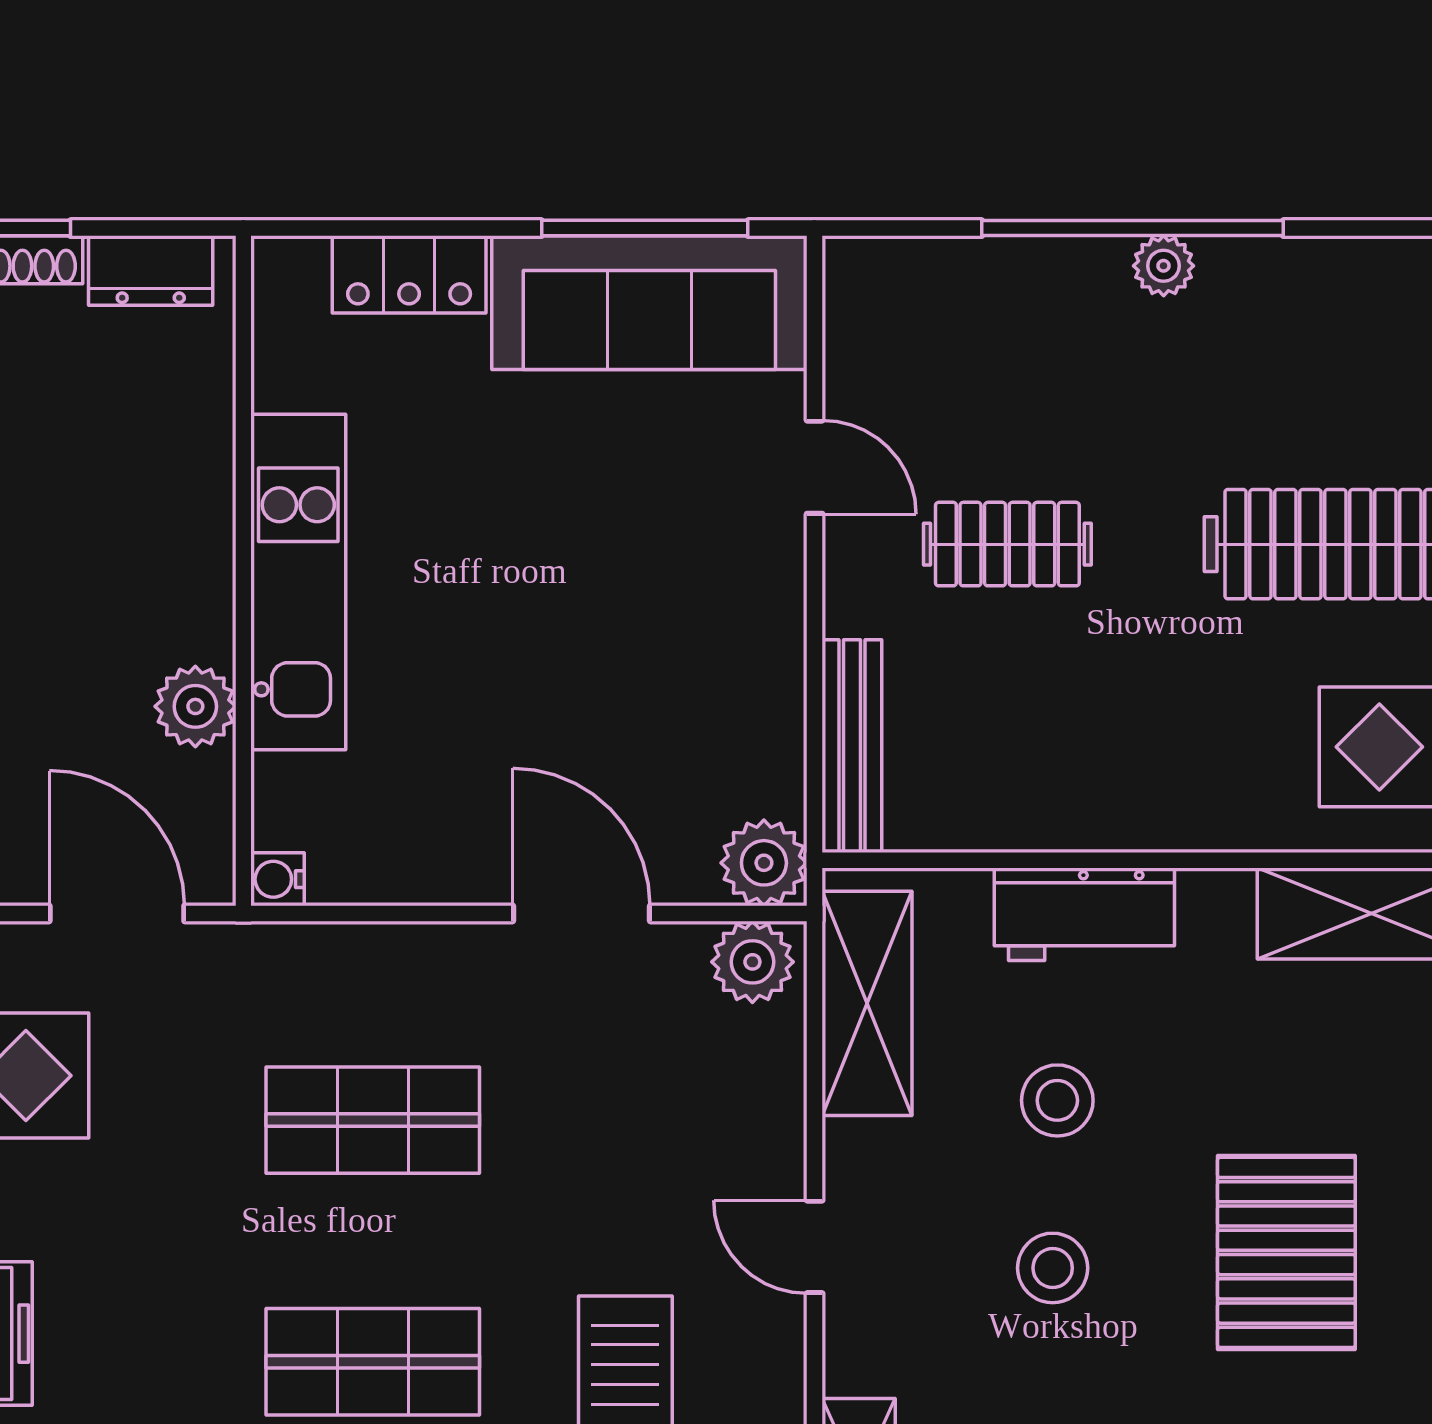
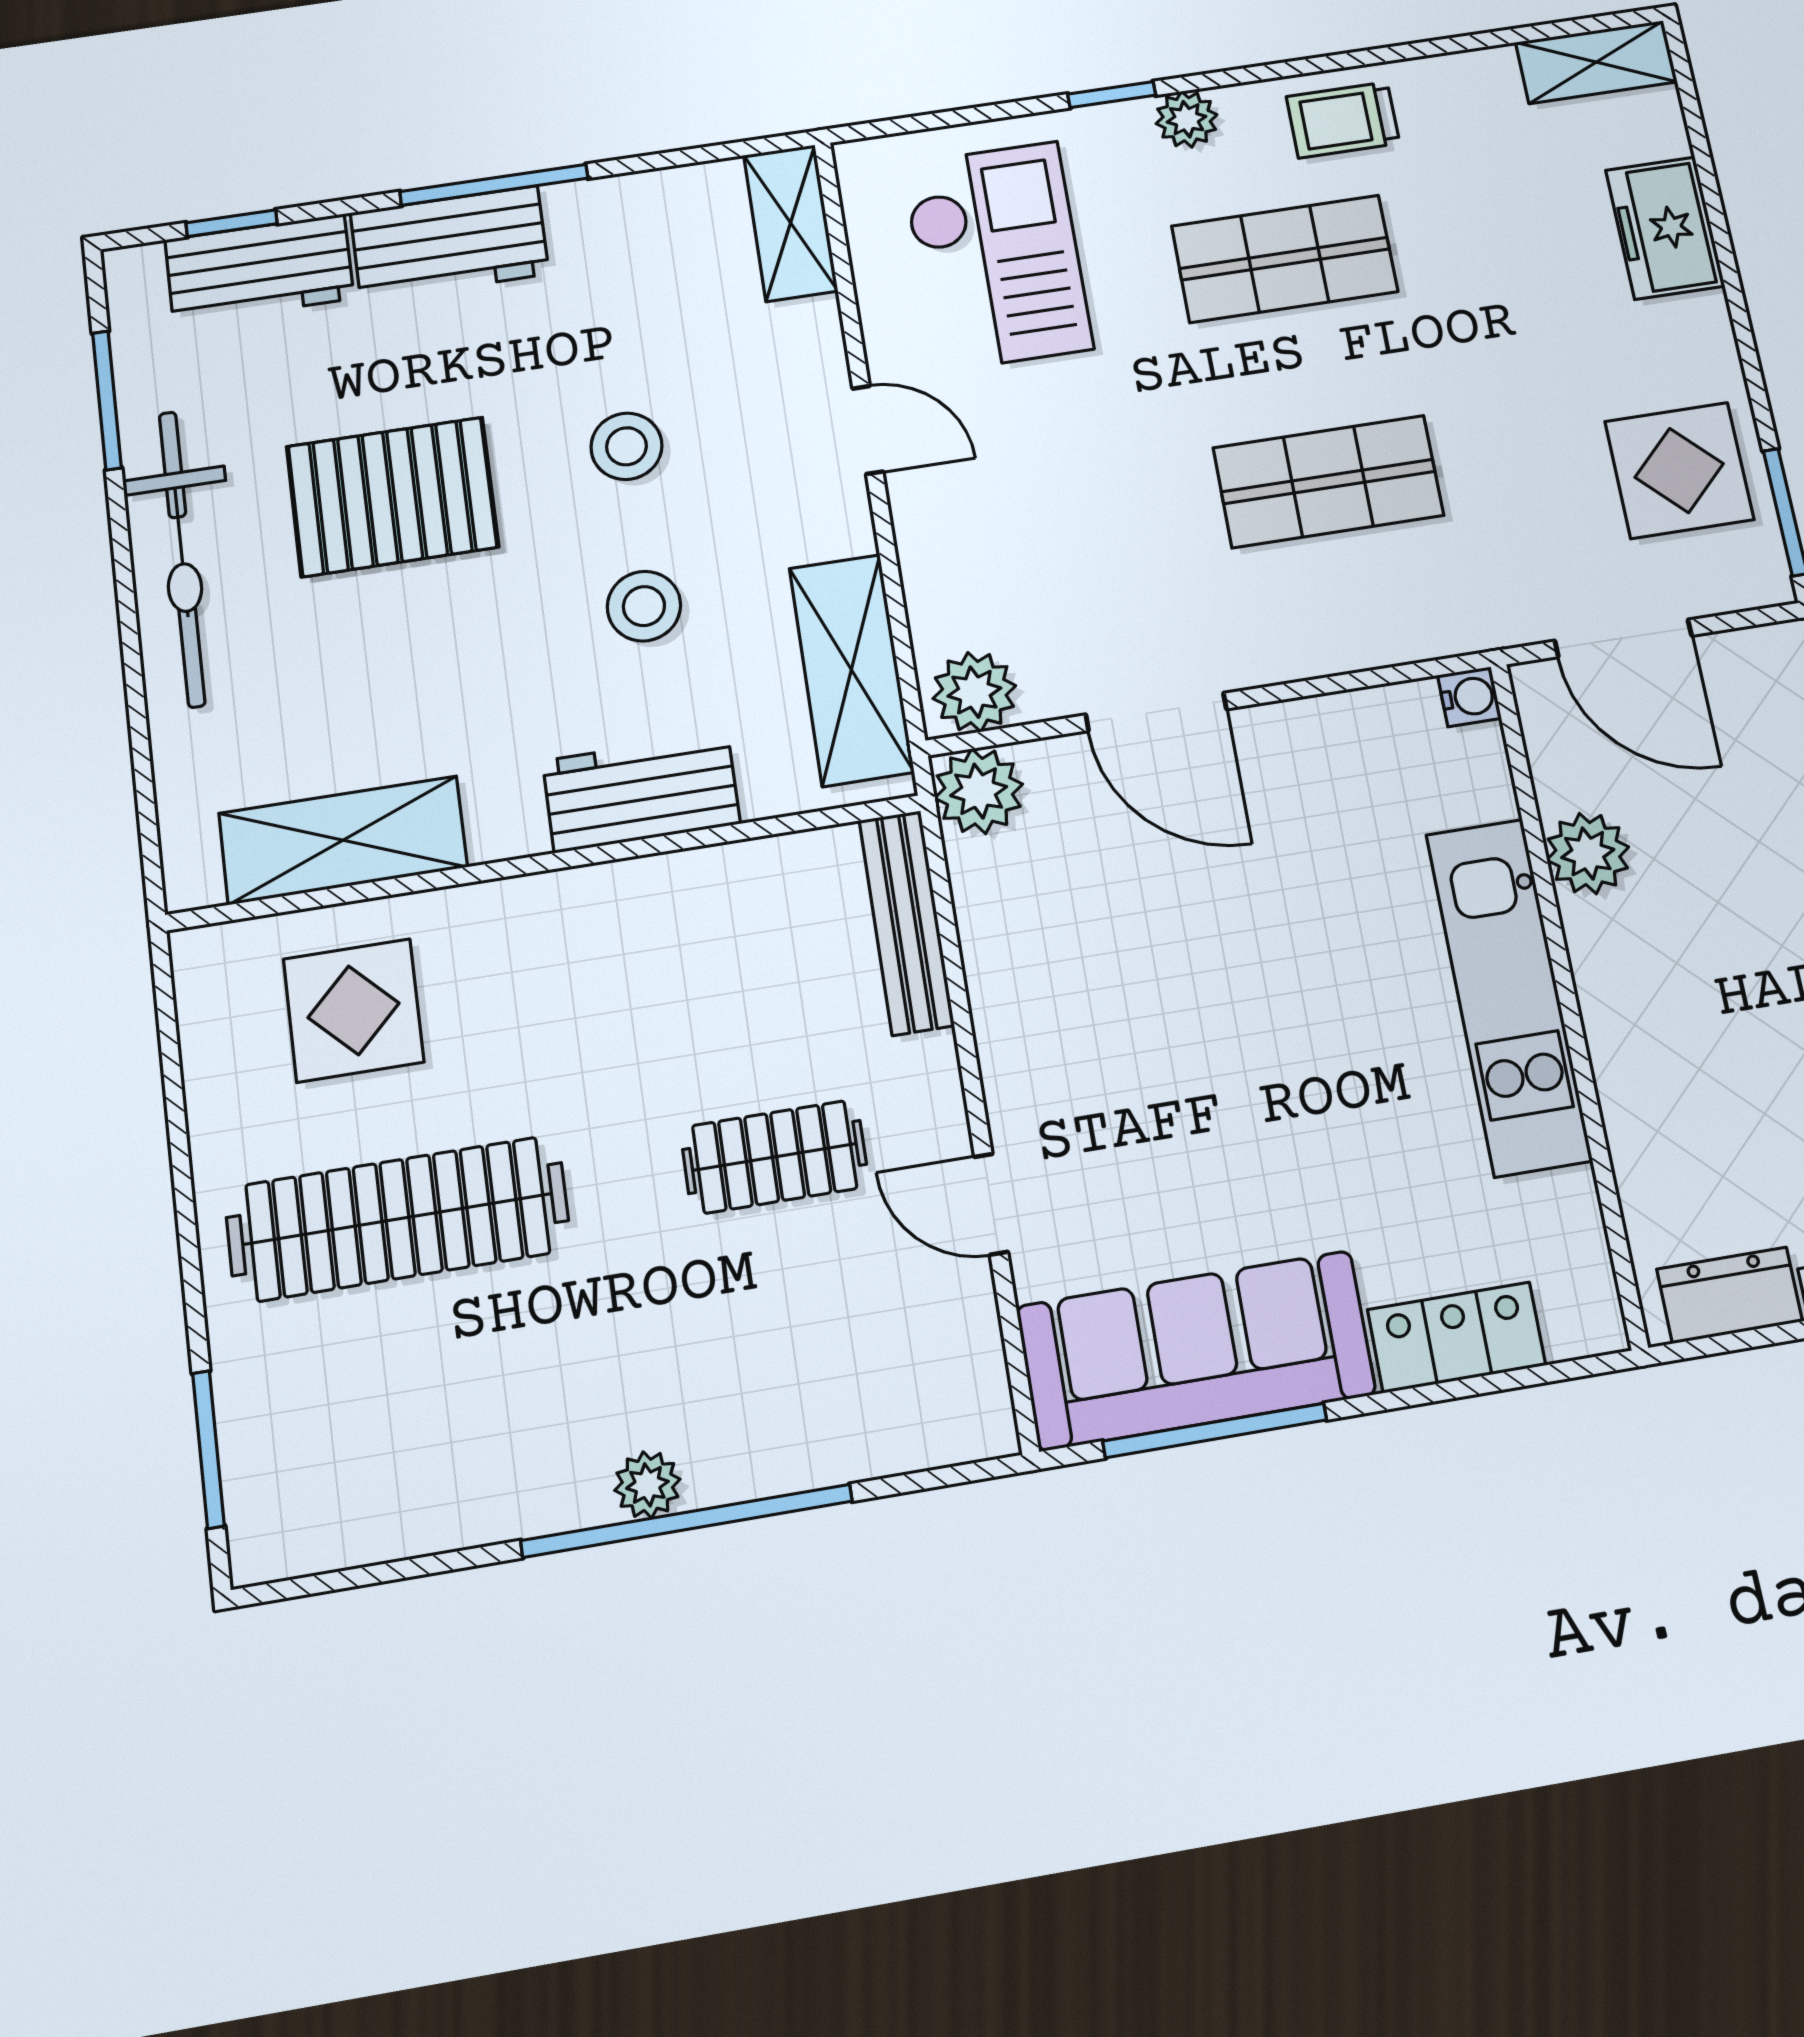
pallet: (1286, 1252) -> (392, 497), turned 90

